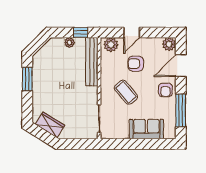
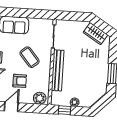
door: (132, 33) -> (11, 107), moved
bench: (92, 62) -> (58, 70), moved

